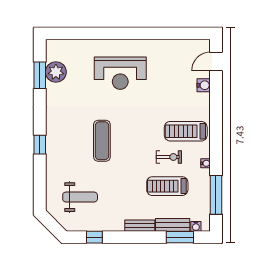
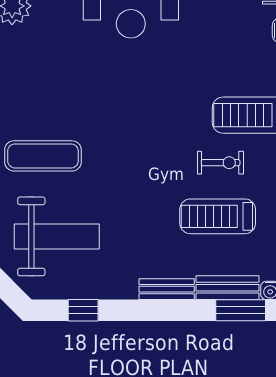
exercise mat: (102, 141) -> (43, 156), moved, turned 90
weight bench: (80, 197) -> (57, 236), width x1.36, depth x1.33

